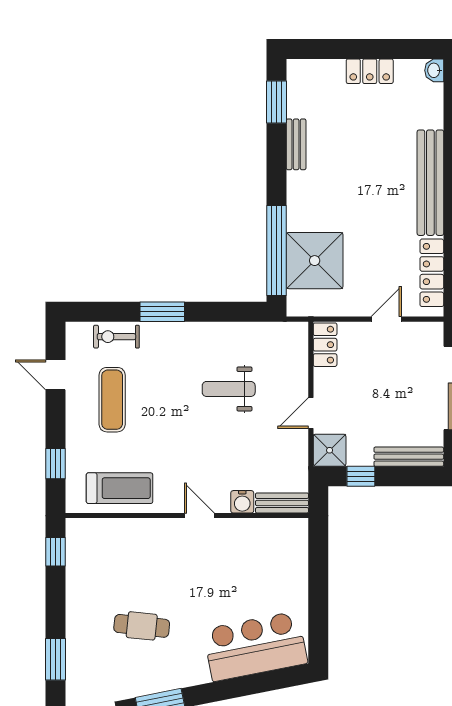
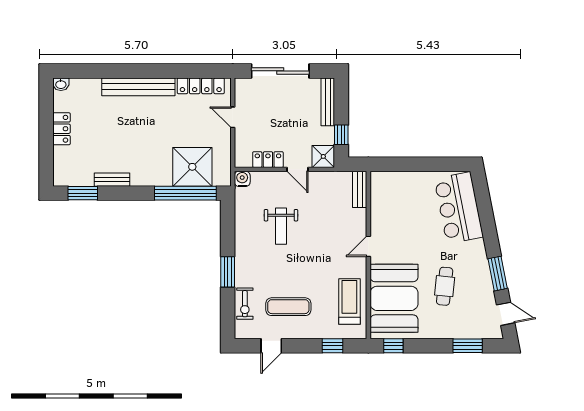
locker: (325, 345) -> (268, 160), moved
water cooler: (242, 502) -> (242, 179), moved, turned -90
booth: (124, 553) -> (394, 298), added

